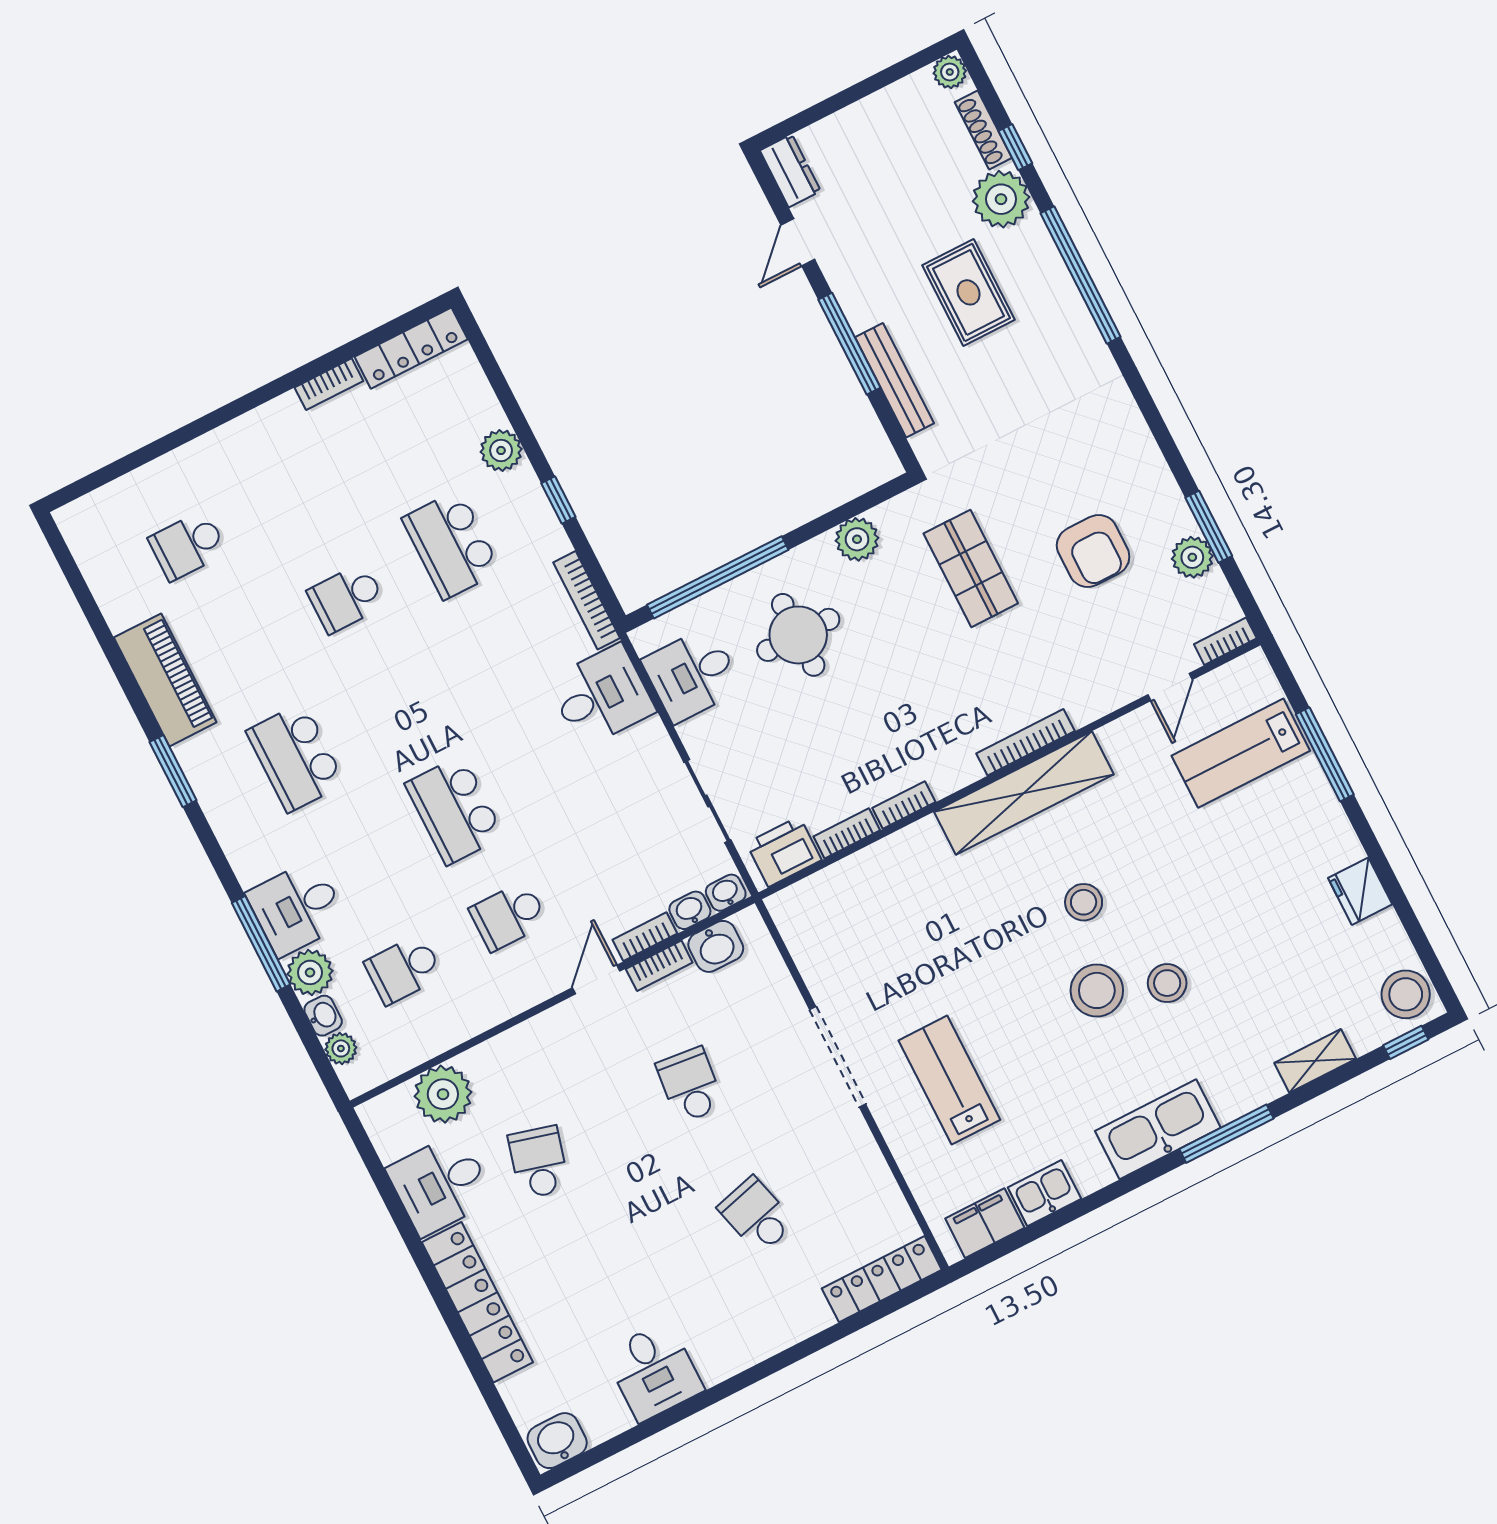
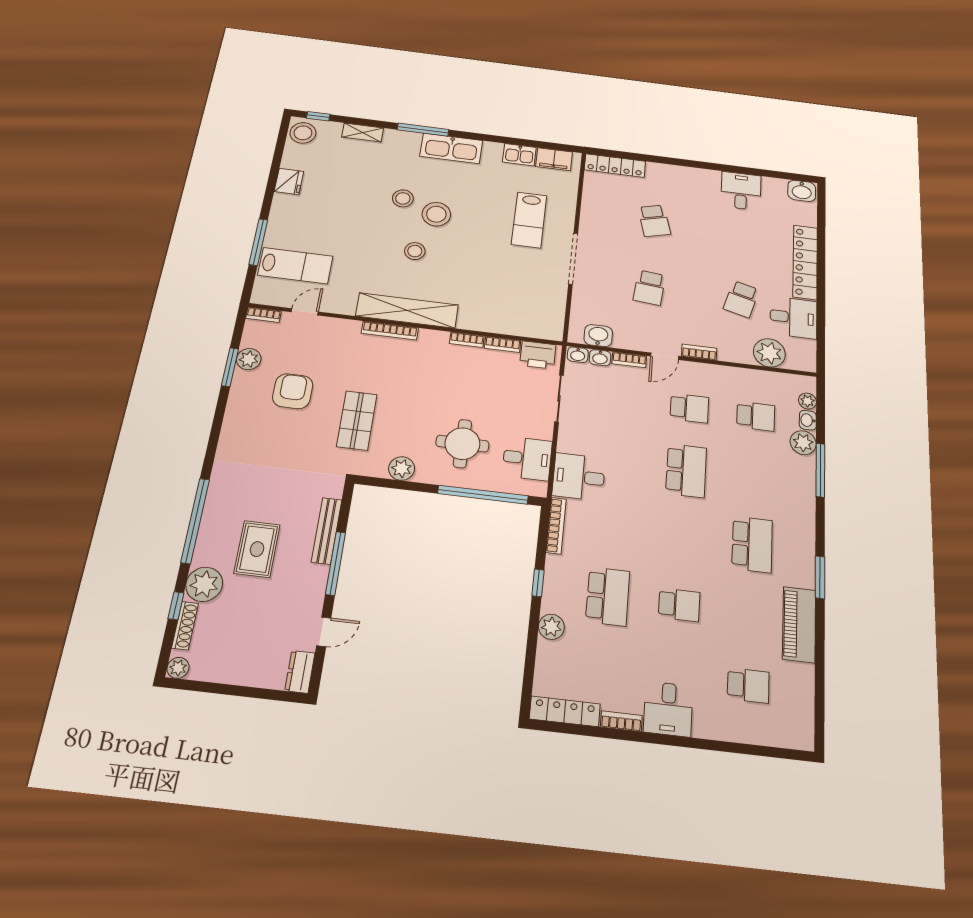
desk: (297, 908) -> (668, 709), moved, turned 90
bookcase: (659, 966) -> (699, 352), moved

